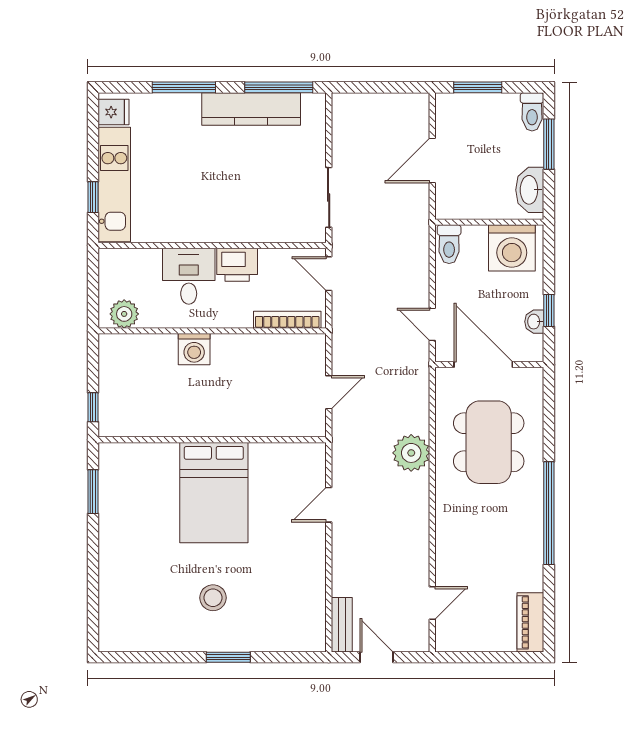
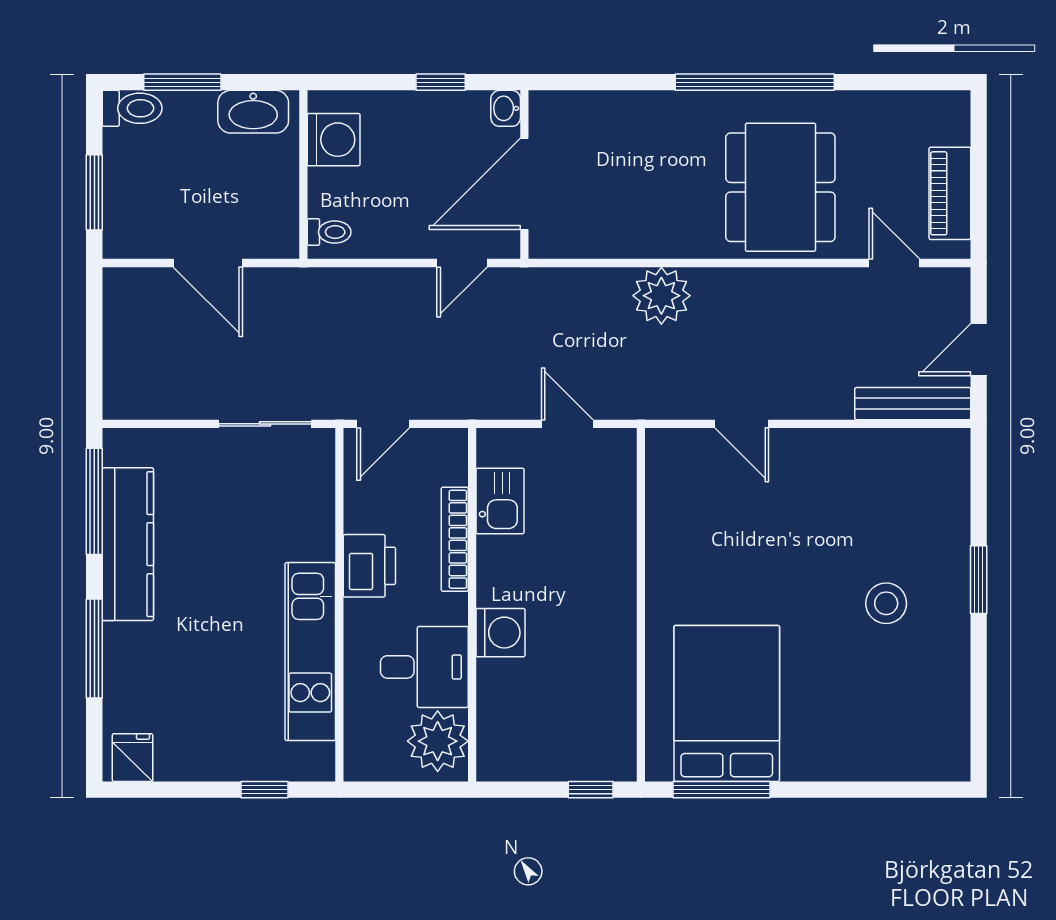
kitchen unit: (114, 184) -> (310, 652), moved, turned -90
toilet: (449, 244) -> (329, 232), width x0.73, depth x0.72
washing machine: (512, 248) -> (334, 140), width x0.73, depth x0.73
desk: (189, 276) -> (424, 667), moved, turned 180
plant: (124, 314) -> (438, 741), width x1.36, depth x1.36
bookcase: (287, 320) -> (455, 539), moved
washbasin: (534, 322) -> (506, 108), moved, turned 90
kitchen sink: (279, 349) -> (500, 501), added
dining table: (489, 442) -> (780, 187), moved, turned 90
window: (93, 492) -> (721, 790), width x1.44
bed: (214, 493) -> (727, 703), moved, turned -90
piano: (530, 622) -> (950, 193), moved, turned 90
bench: (342, 625) -> (913, 404), width x1.36

